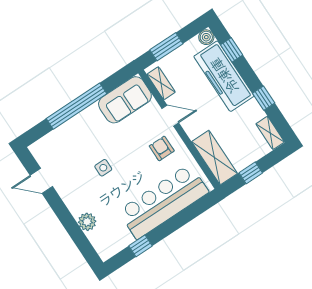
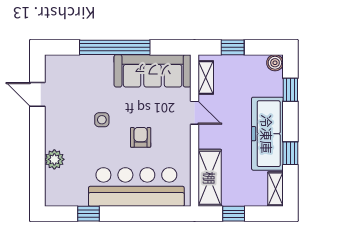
window: (166, 47) -> (233, 47), width x0.67
freezer: (224, 76) -> (267, 134), moved
sofa: (125, 100) -> (153, 71), width x1.36
armchair: (162, 148) -> (141, 137), moved

